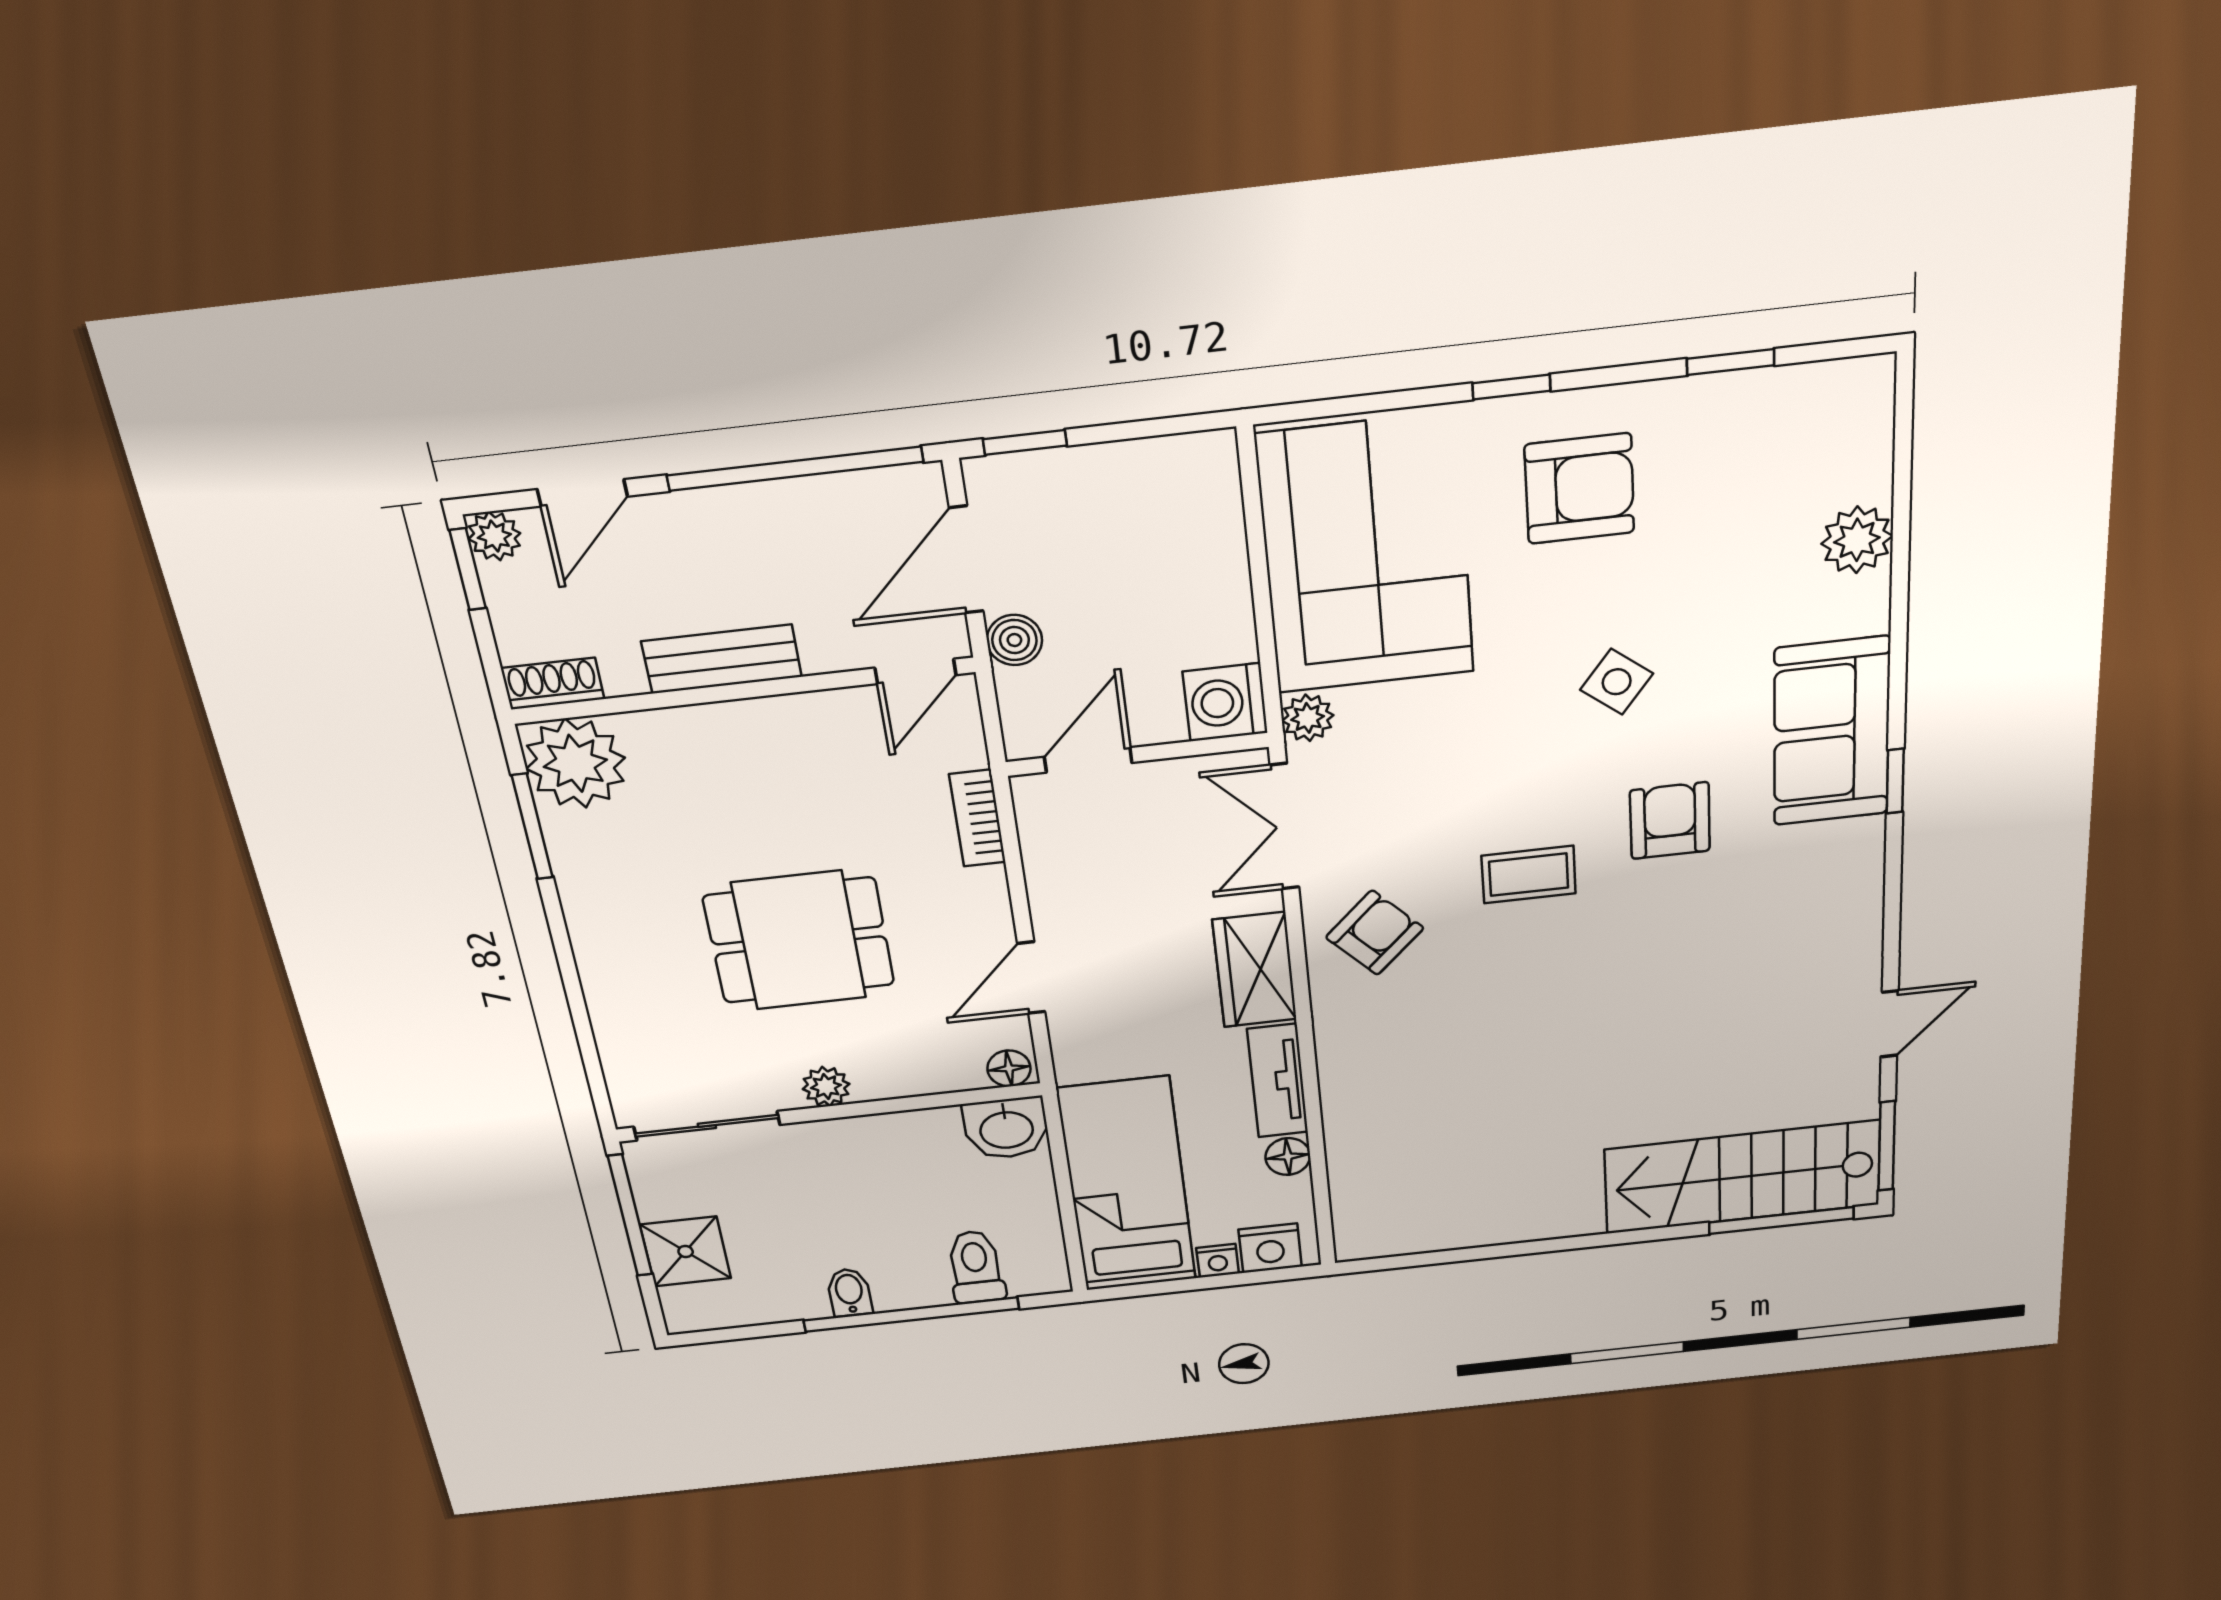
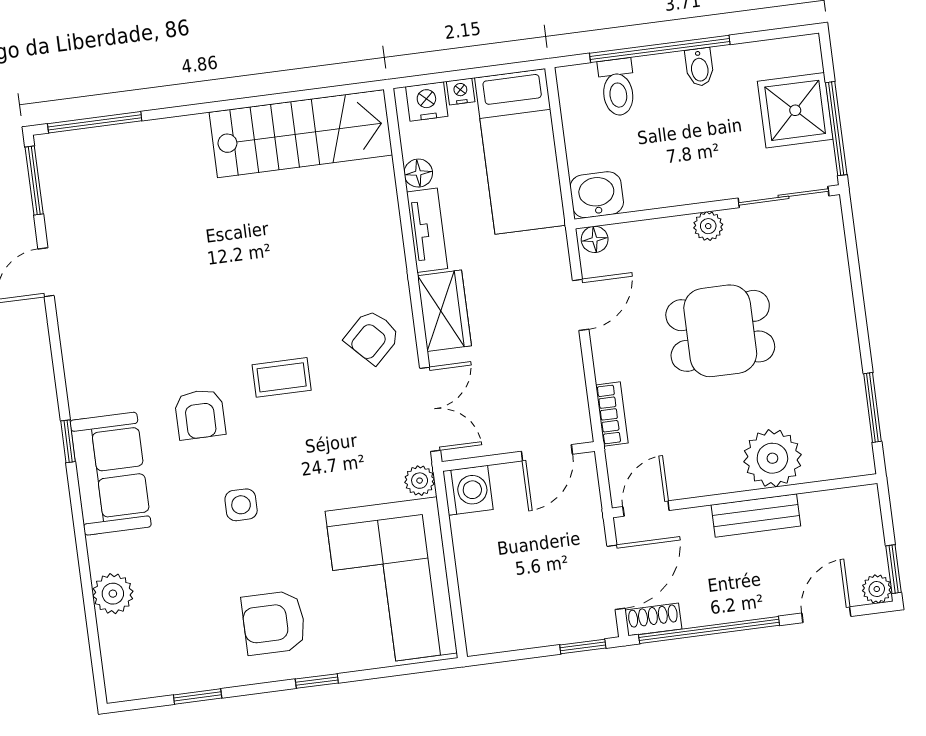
boiler: (1014, 640) -> (589, 528), removed
side table: (1617, 682) -> (241, 505), turned -38
shoe rack: (553, 684) -> (653, 619), moved, turned 180
plant: (575, 763) -> (772, 458), moved
stairs: (1742, 1177) -> (301, 134), moved
shower: (686, 1251) -> (795, 110), width x1.36, depth x1.36

